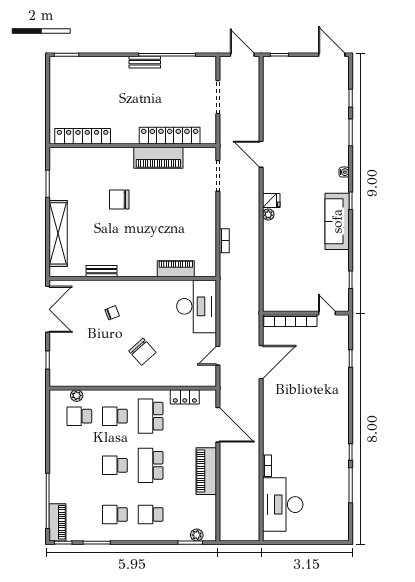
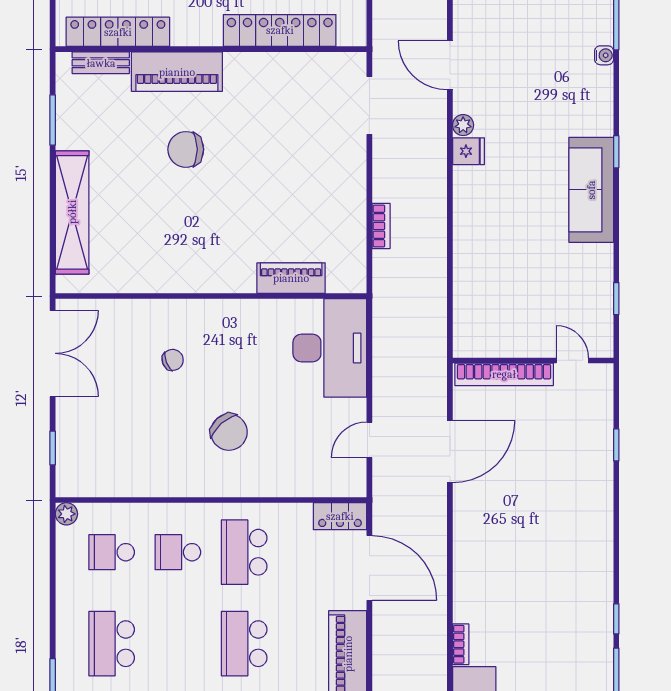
piano: (158, 158) -> (177, 72), moved
water cooler: (344, 172) -> (604, 55), moved
plant: (268, 215) -> (463, 125), moved
bench: (101, 271) -> (101, 63), moved
plant: (77, 396) -> (66, 514), moved
locker: (185, 397) -> (340, 516), moved
school desk: (115, 465) -> (112, 644), moved, width x1.85

